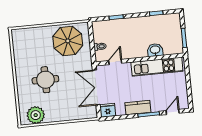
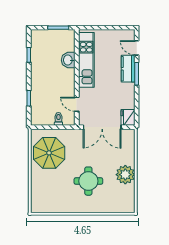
kitchen counter: (138, 108) -> (128, 69), moved
plant: (36, 115) -> (125, 175), moved

